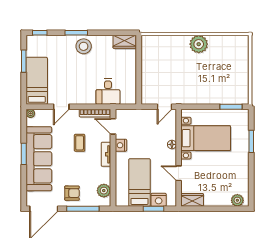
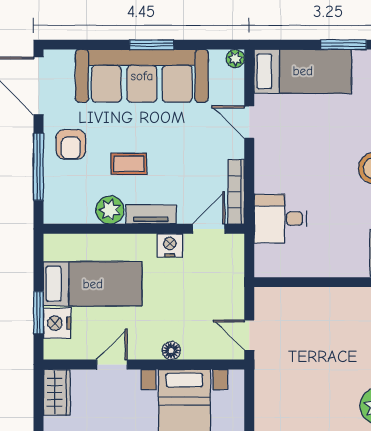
coffee table: (80, 143) -> (129, 164), moved
plant: (104, 191) -> (110, 210), moved

